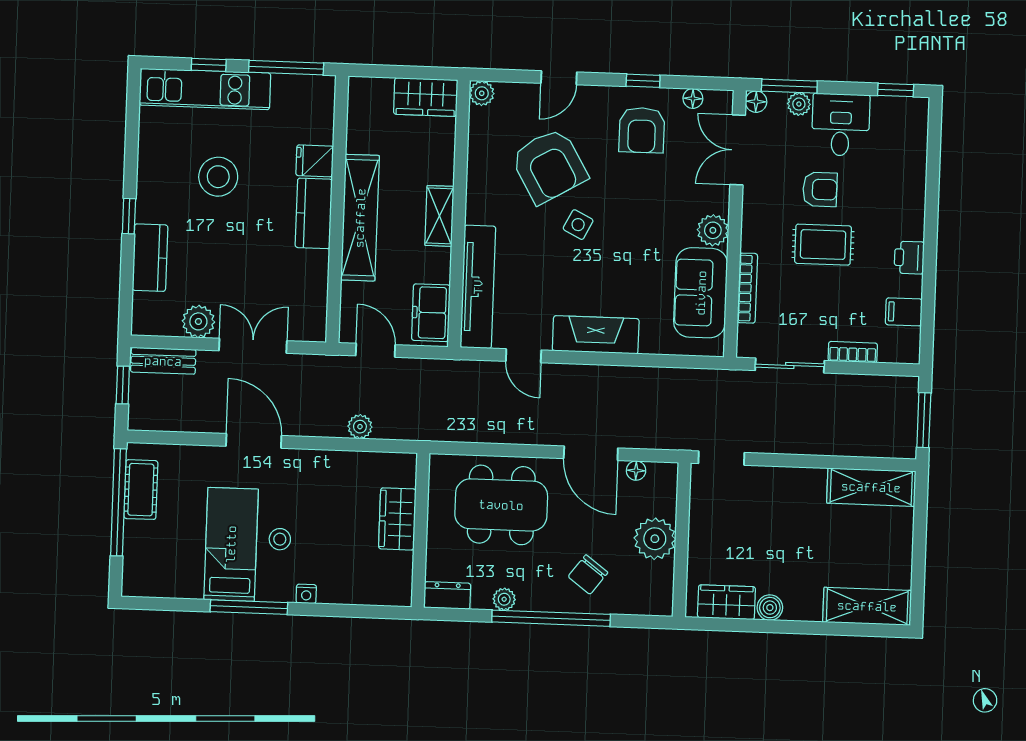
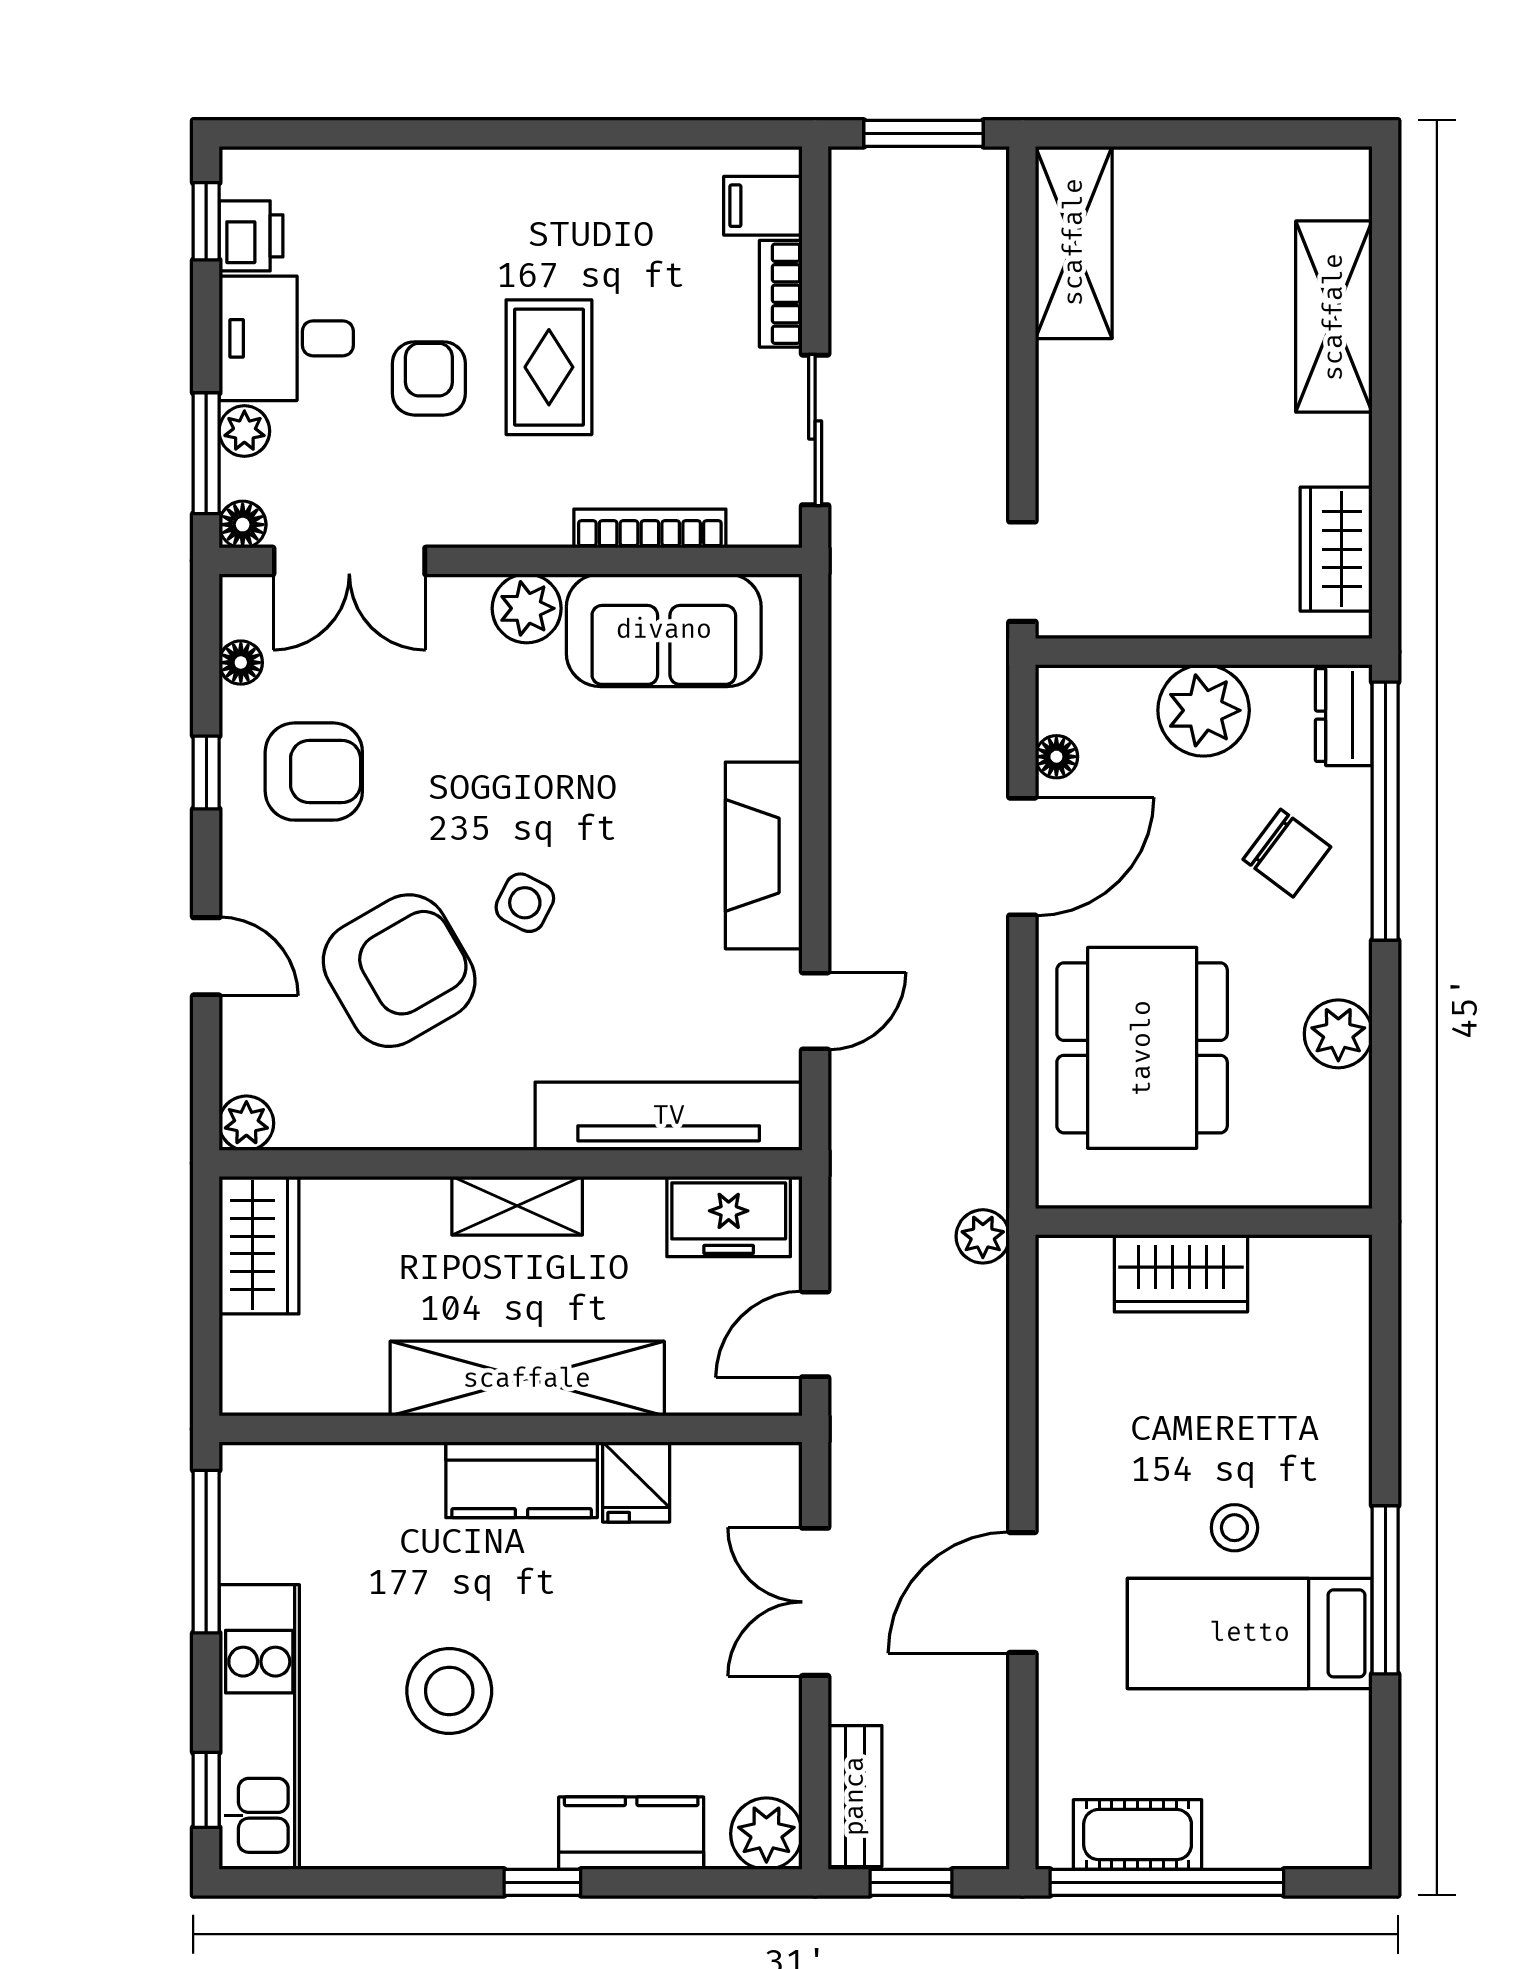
window: (209, 65) -> (206, 1790), moved
fridge: (315, 161) -> (636, 1482), moved
printer: (909, 258) -> (251, 236), moved, turned -90
filing cabinet: (904, 312) -> (763, 206), moved, turned 90
plant: (198, 321) -> (766, 1834), moved
plant: (360, 427) -> (983, 1236), moved
nightstand: (306, 594) -> (1352, 1466), removed
dresser: (447, 595) -> (1344, 715), moved
plant: (504, 599) -> (1338, 1034), width x1.38, depth x1.38
shelving: (867, 606) -> (1334, 317), moved
boiler: (770, 608) -> (1344, 454), removed
window: (551, 618) -> (1385, 811), moved

